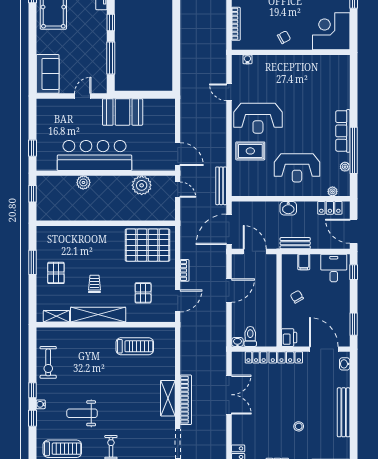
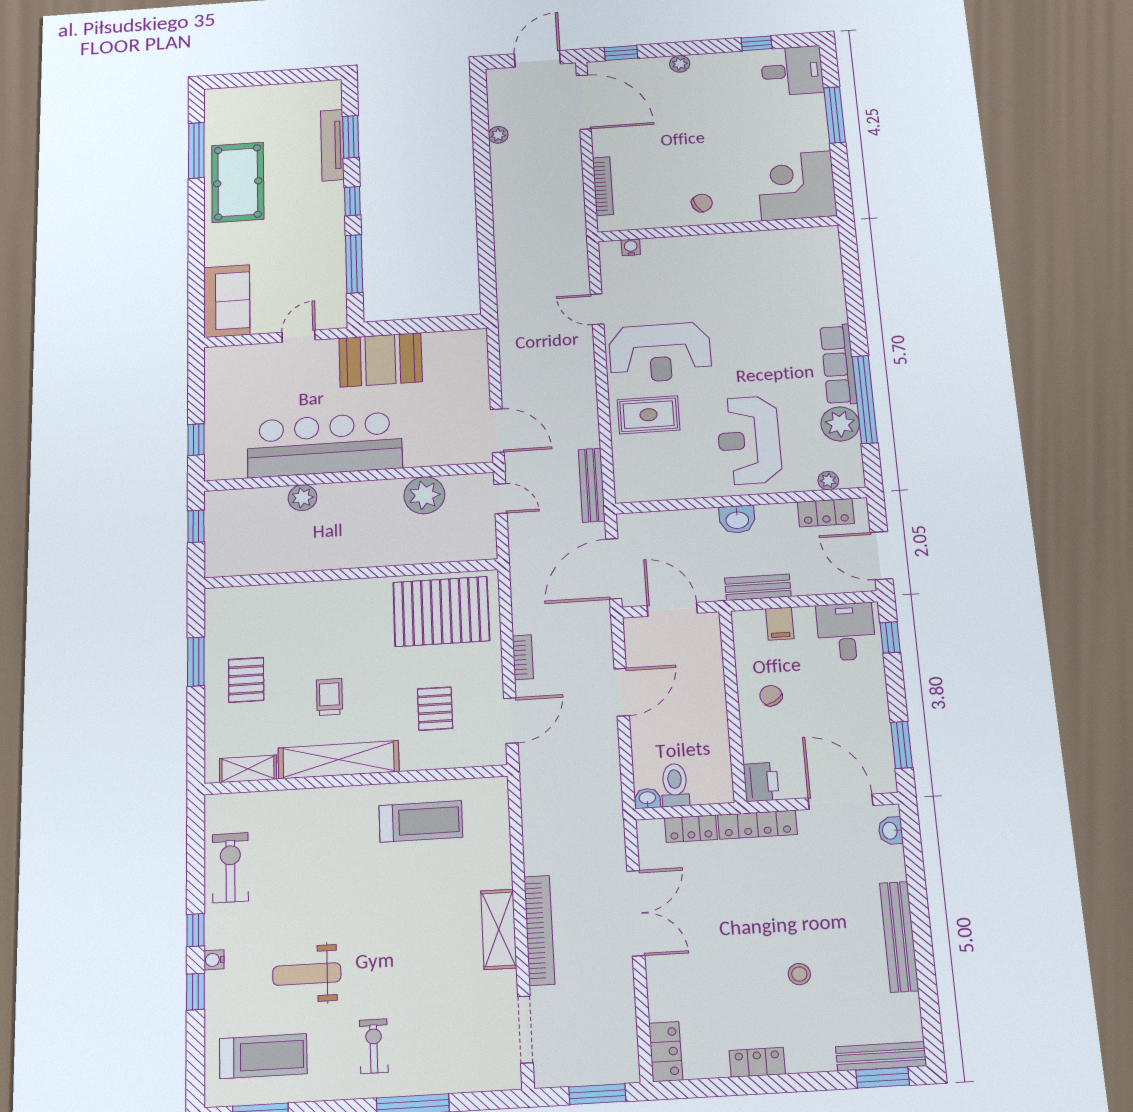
plant: (345, 167) -> (840, 424), width x1.87, depth x1.87
reception desk: (297, 168) -> (749, 440), turned 90
exercise bike: (48, 362) -> (230, 868), turned 180

